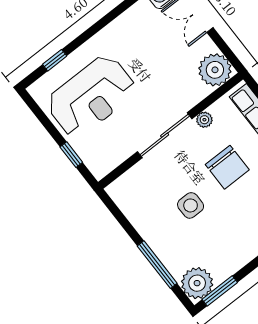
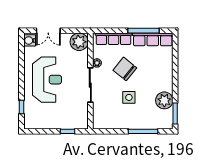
reception desk: (91, 96) -> (47, 80), moved
chair: (227, 167) -> (125, 69), turned -141
plant: (197, 283) -> (164, 100), moved

